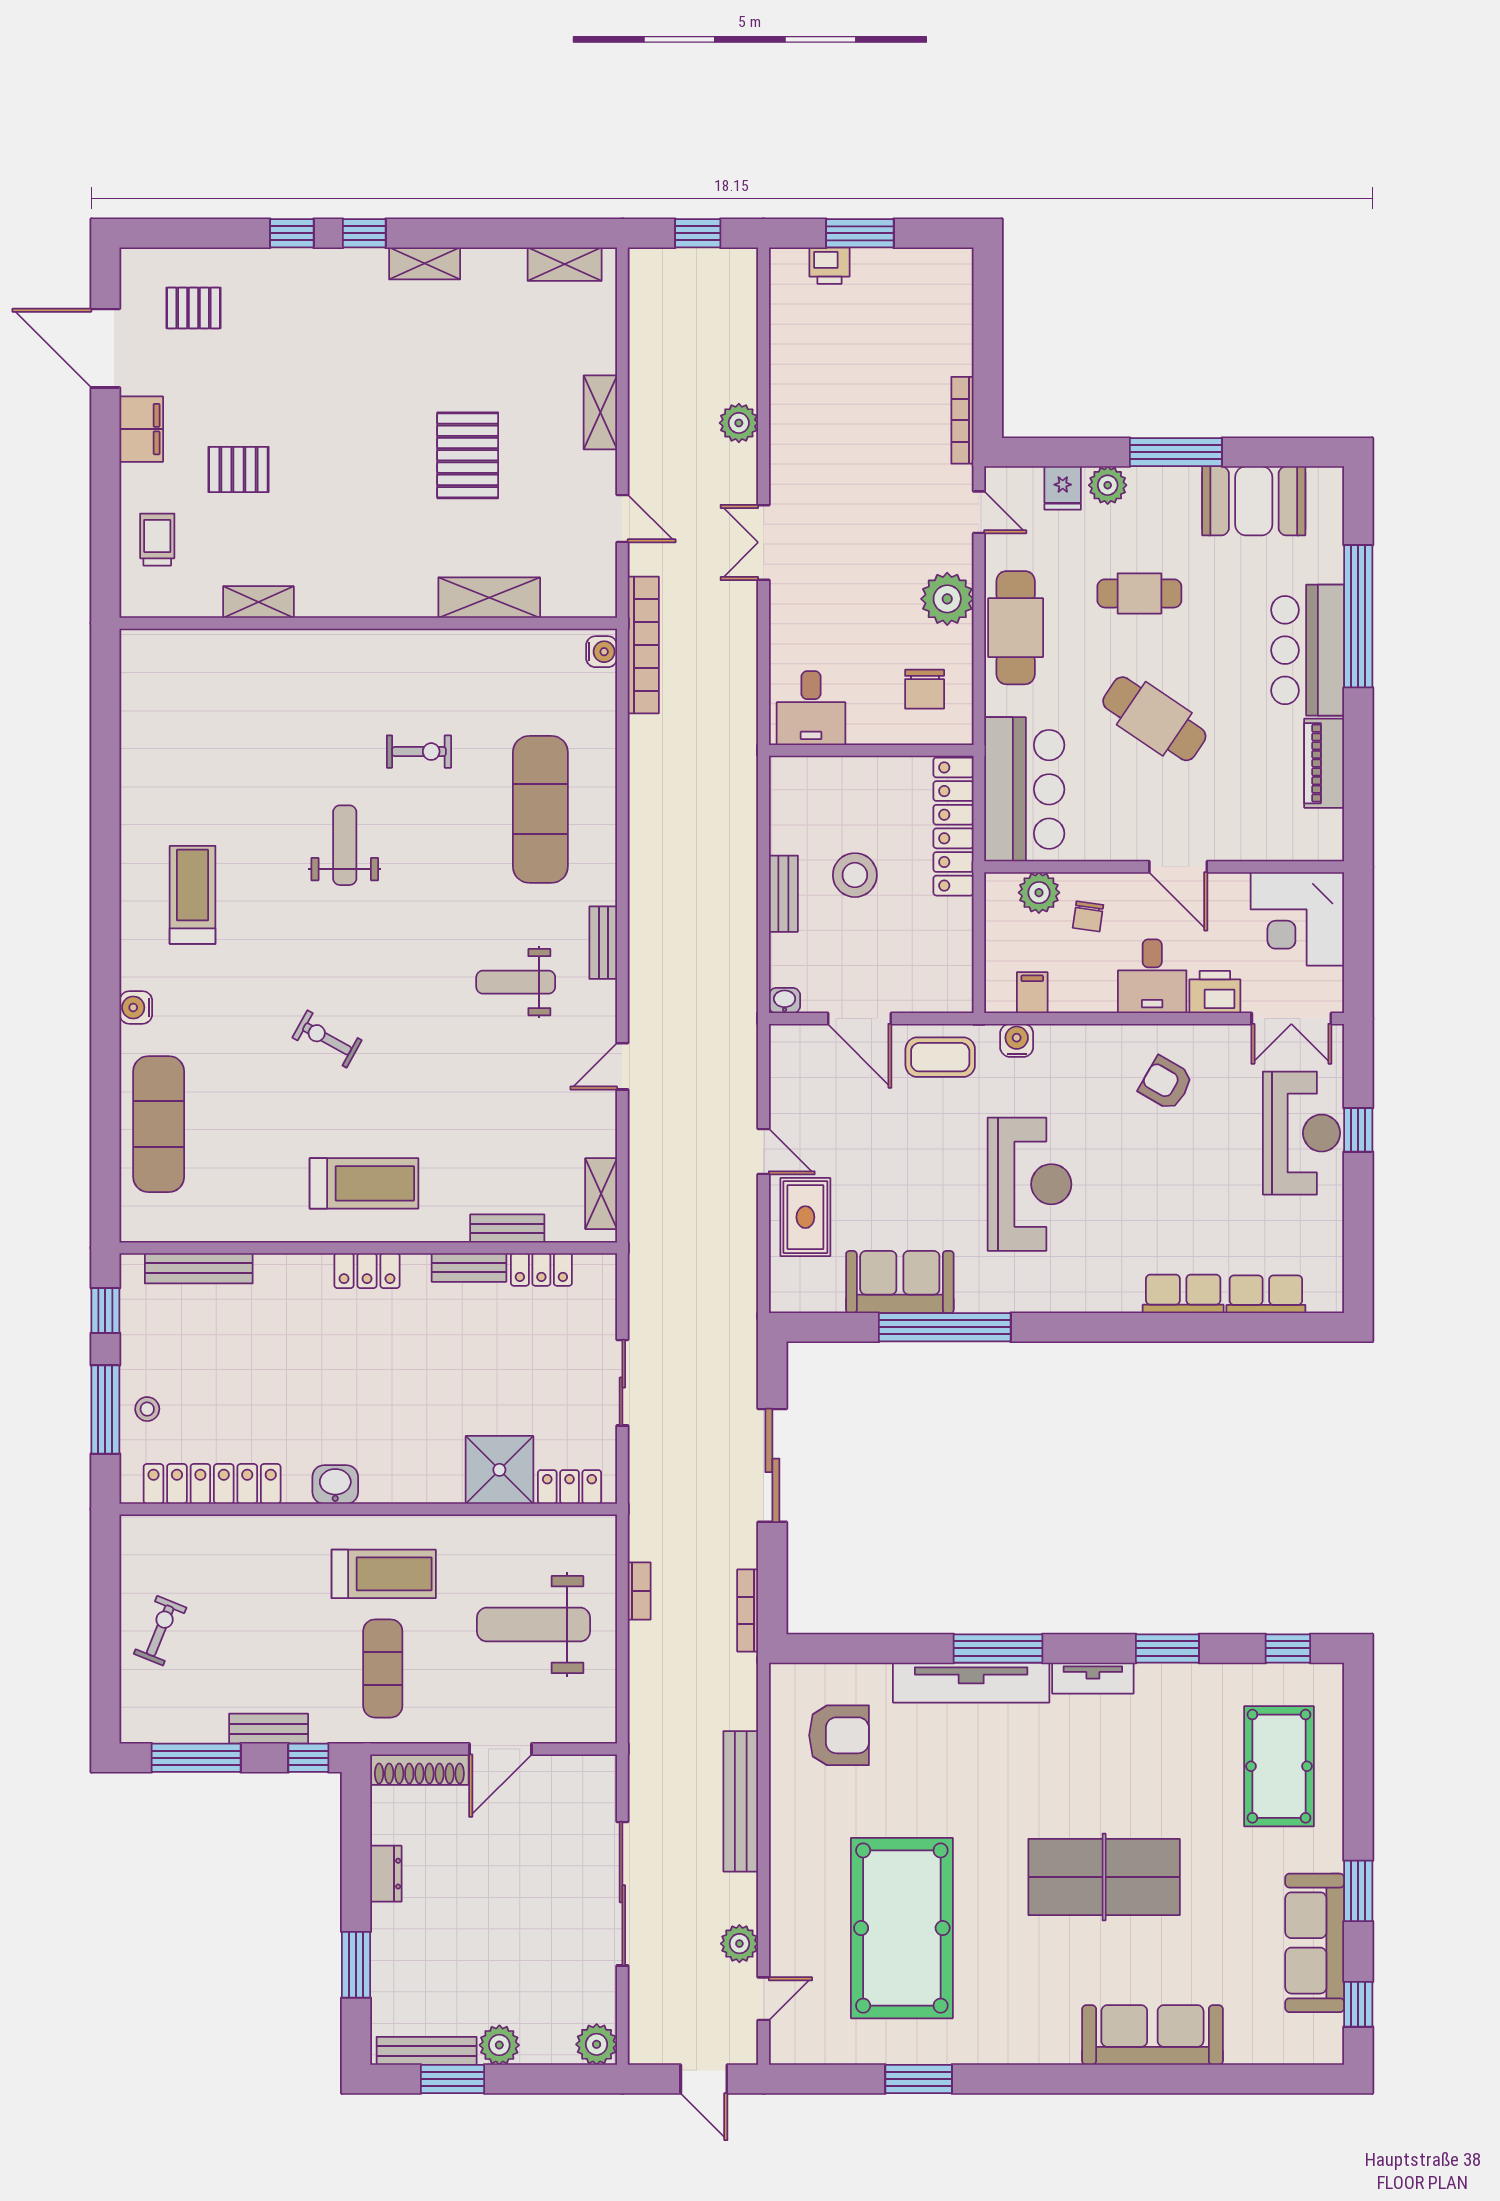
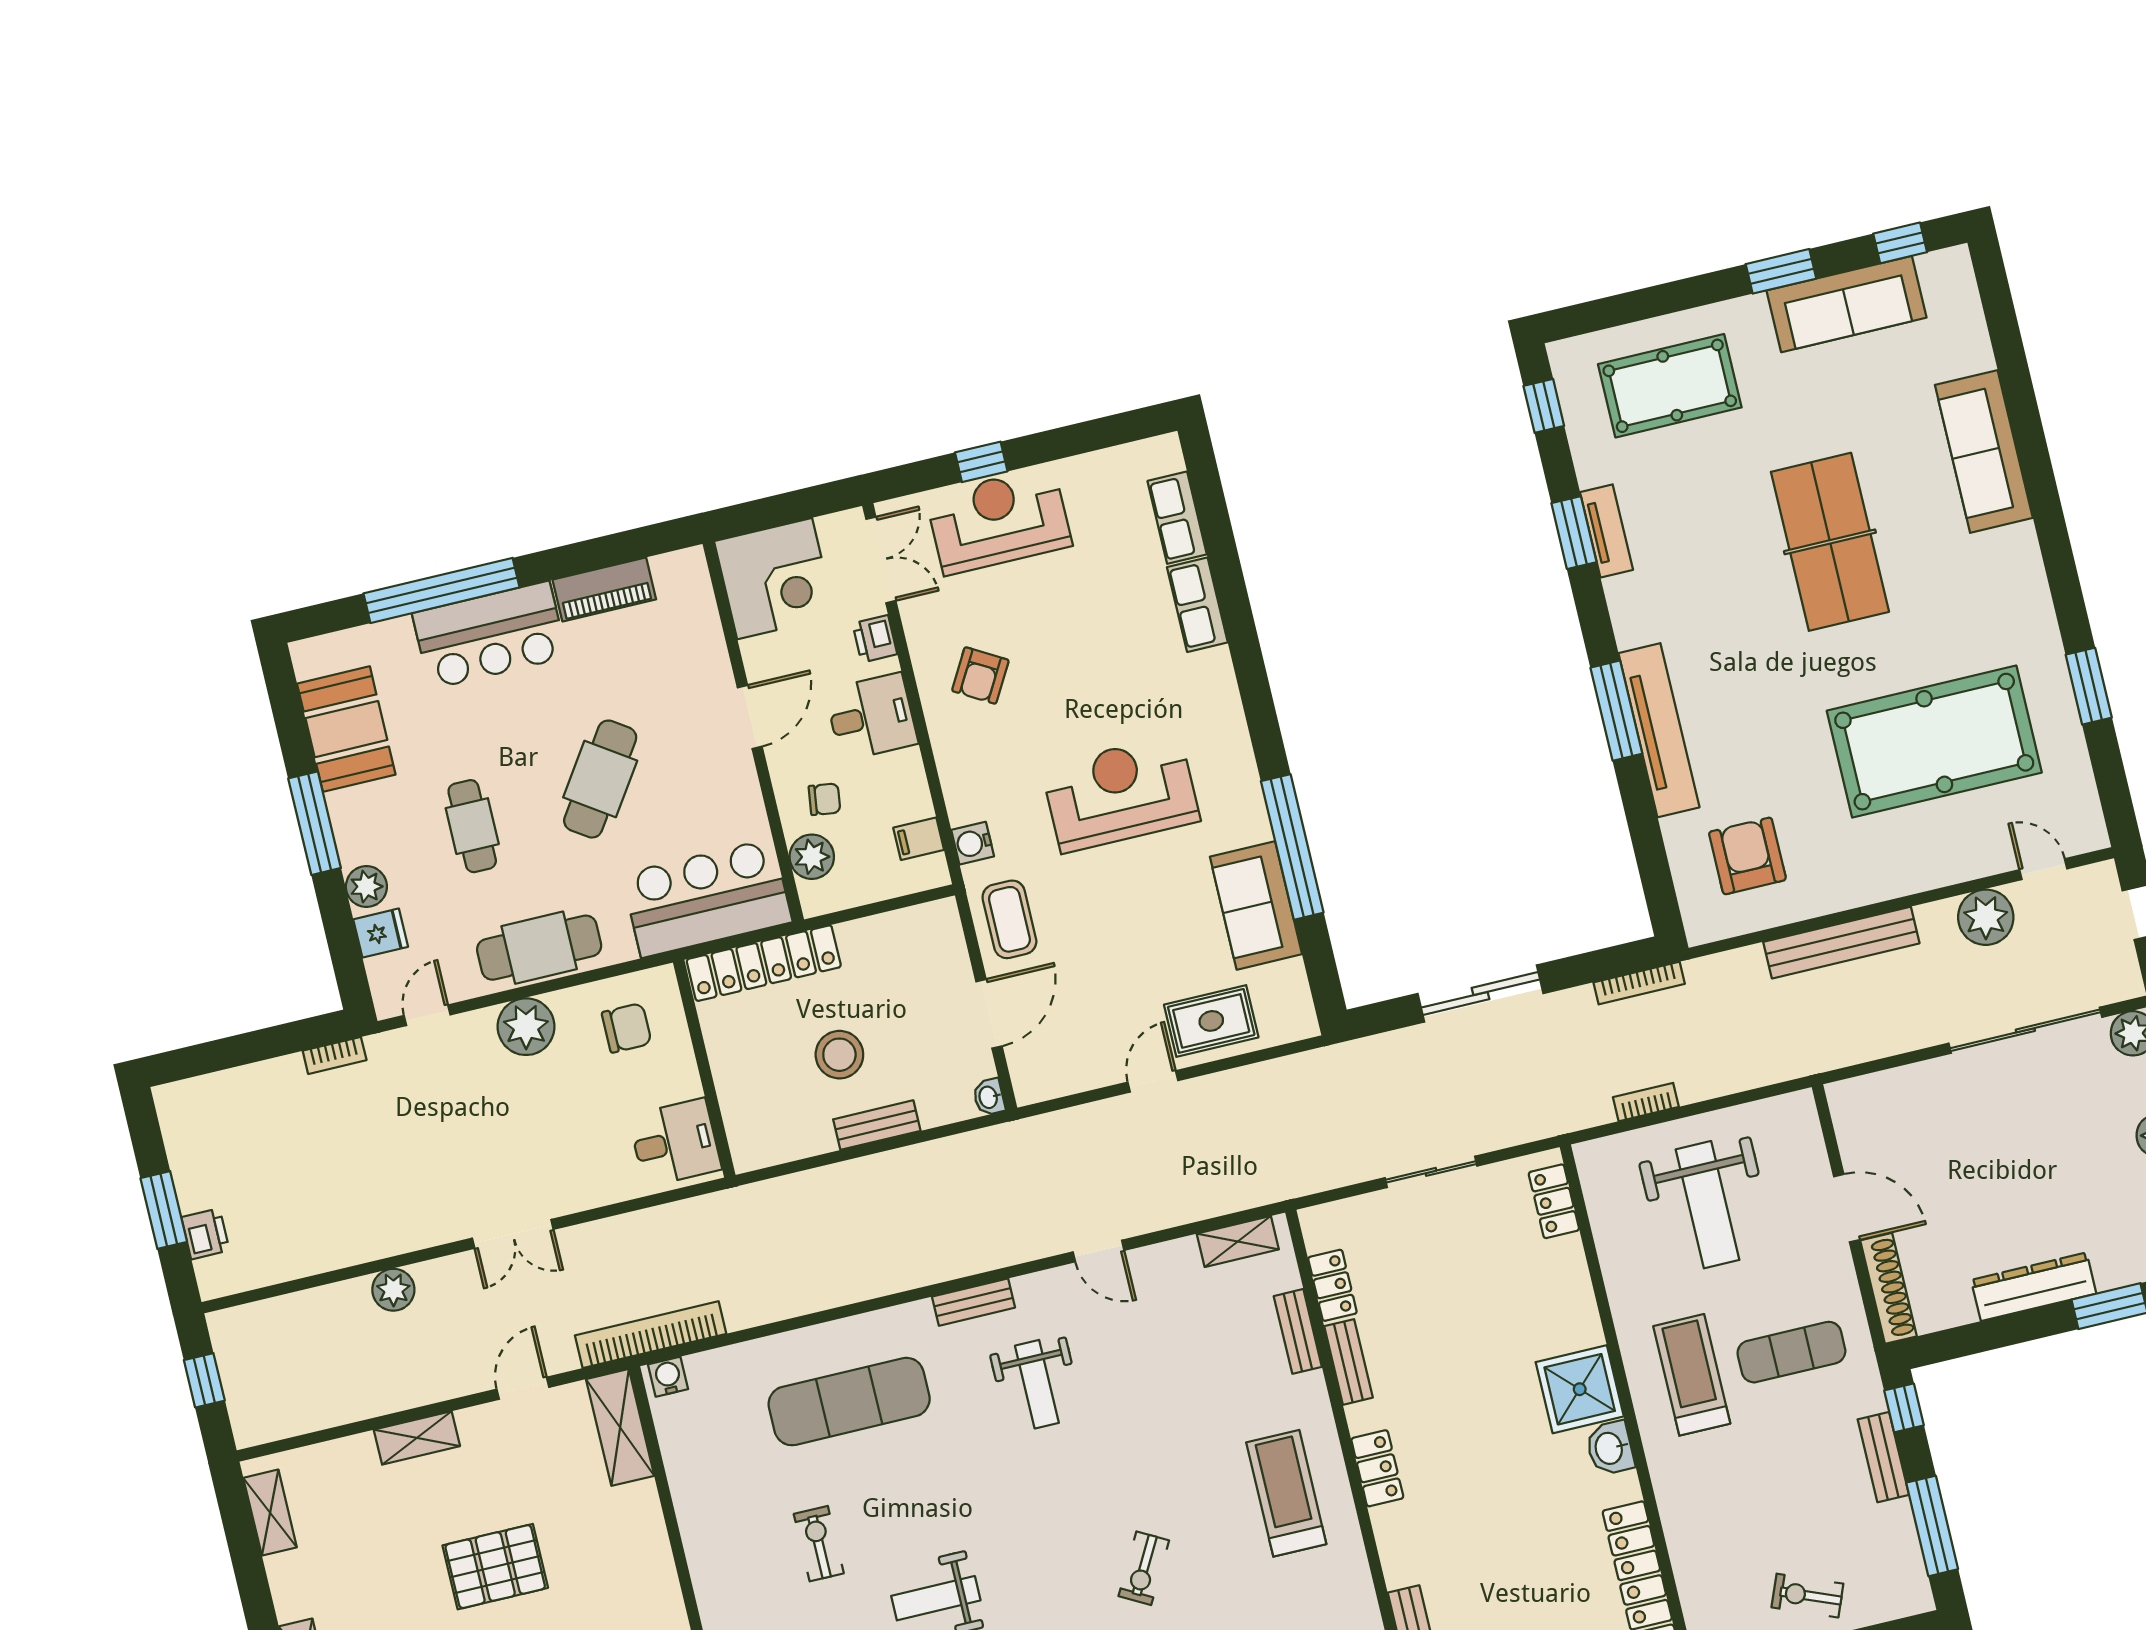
bookcase: (962, 420) -> (335, 1055), width x0.64
shelving: (489, 598) -> (620, 1427), moved
printer: (1215, 992) -> (875, 639), width x0.73, depth x0.81
shower: (499, 1470) -> (1580, 1389), moved
tv unit: (1093, 1678) -> (1606, 531), moved
dresser: (386, 1874) -> (2034, 1287), width x1.96, depth x1.24
sliding door: (622, 1894) -> (2025, 1030), moved
plant: (739, 1944) -> (1986, 917), width x1.36, depth x1.36

